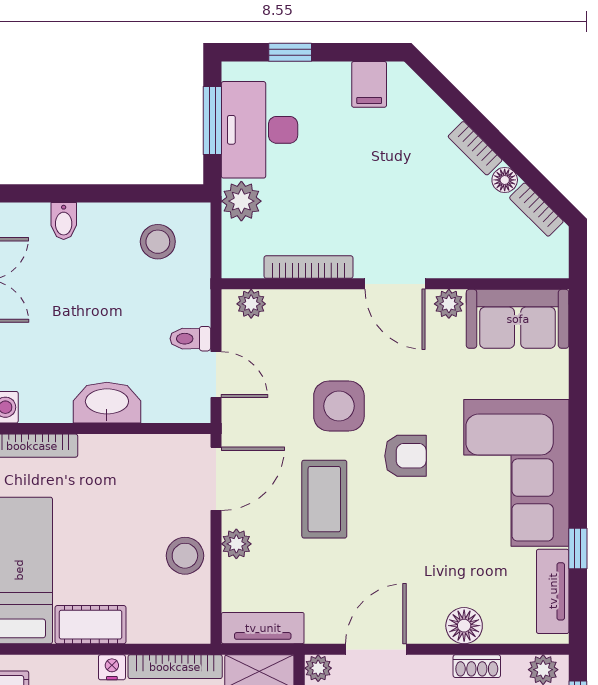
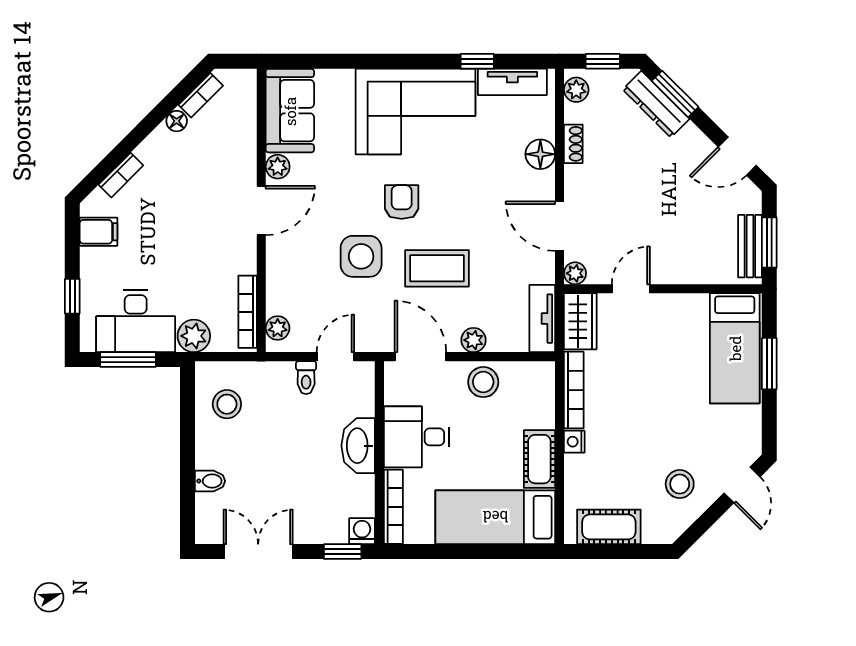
bookcase: (475, 148) -> (121, 175), moved
bookcase: (309, 267) -> (248, 312), moved
desk: (118, 474) -> (417, 437), added

